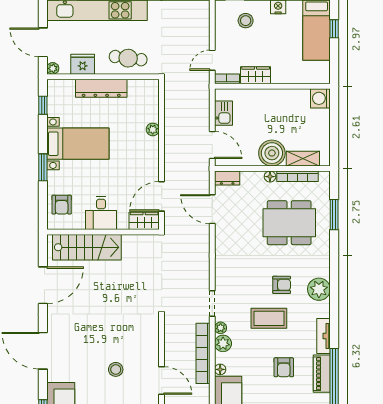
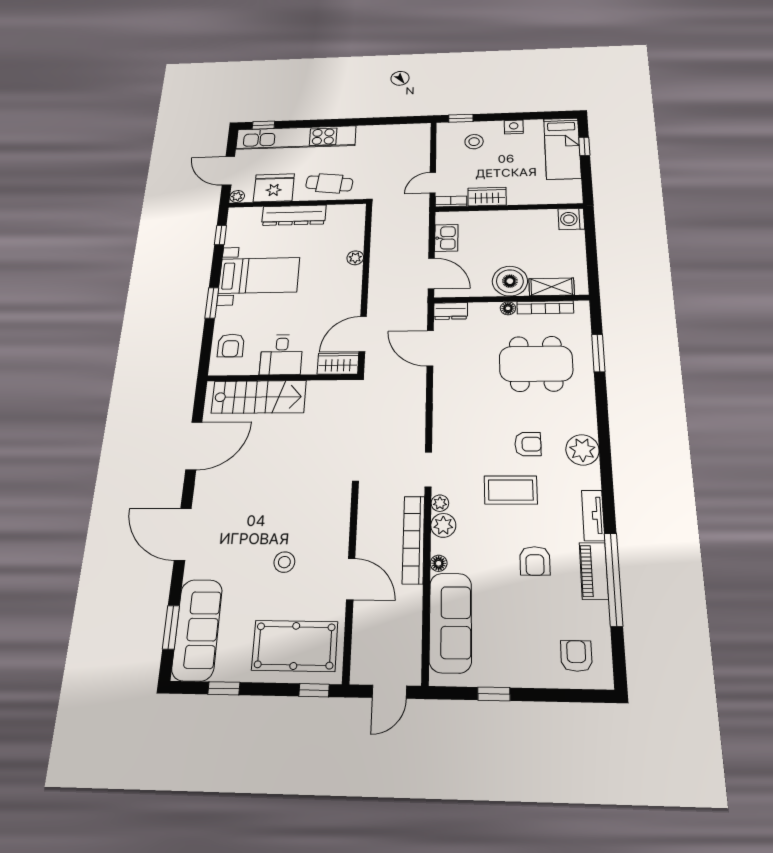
fridge: (83, 64) -> (274, 188), width x1.36, depth x1.34

